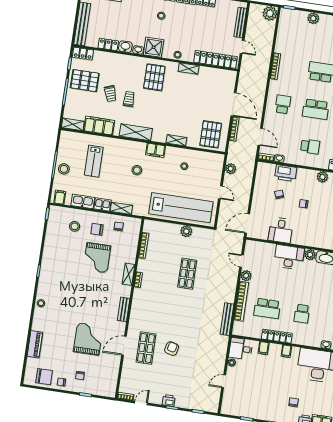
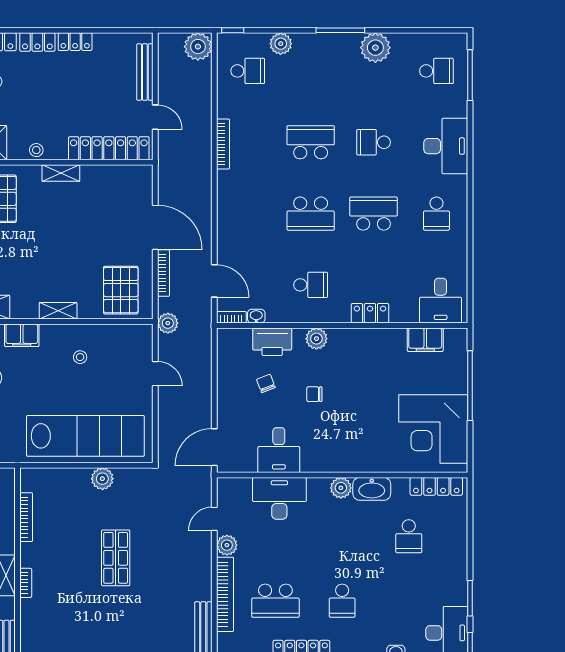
school desk: (283, 104) -> (248, 71), moved, turned 90
plant: (231, 169) -> (168, 323), moved
plant: (322, 177) -> (316, 339), moved
door: (220, 192) -> (155, 374), moved
desk: (289, 257) -> (279, 498), moved
door: (242, 261) -> (214, 519), hinge flipped

